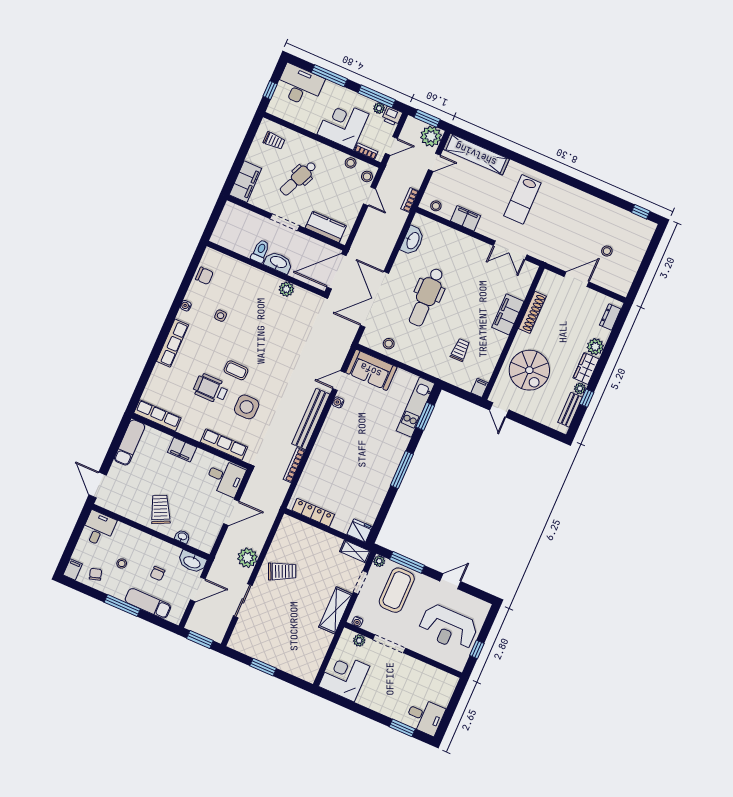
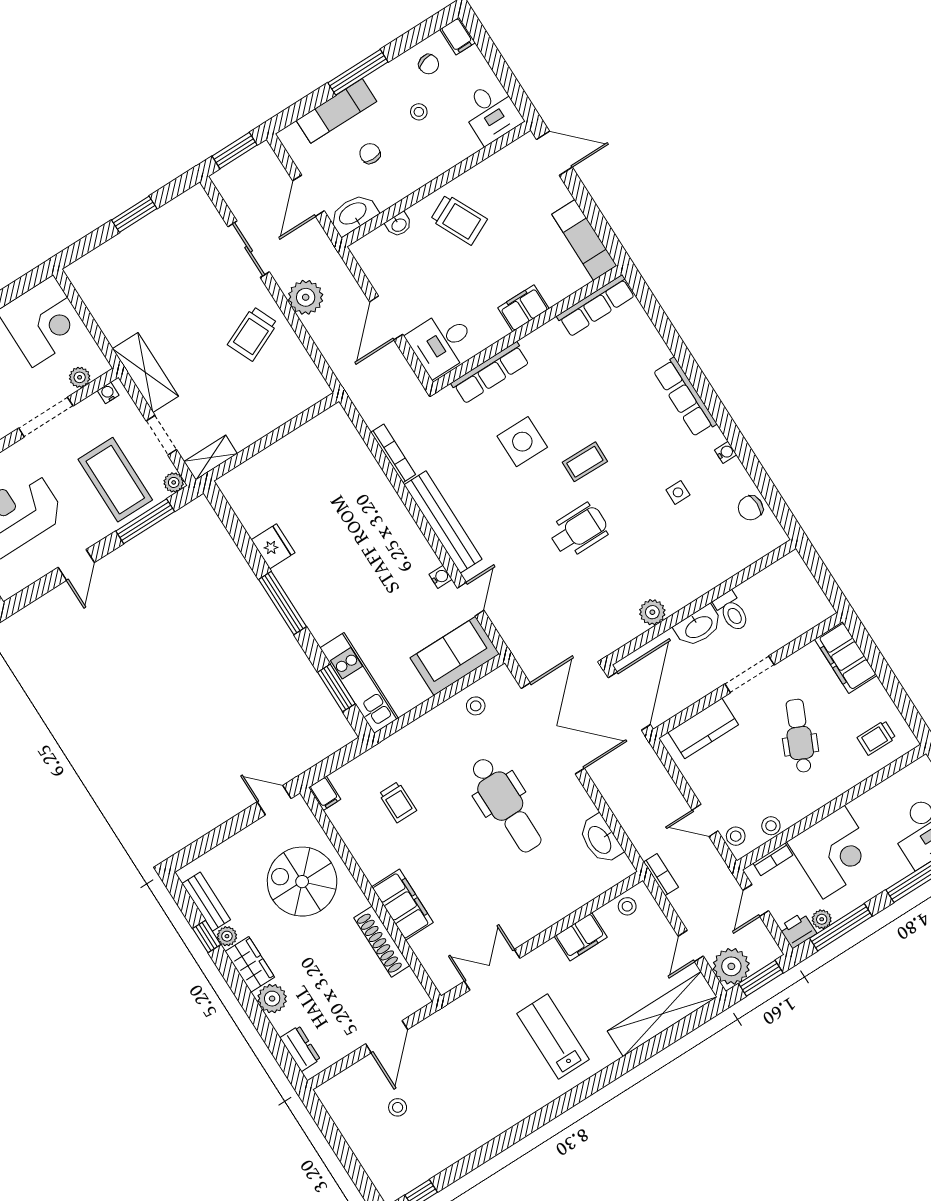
dental chair: (426, 297) -> (506, 805), turned 180
wheelchair: (211, 389) -> (579, 530), moved
locker: (313, 512) -> (307, 435), removed
fridge: (360, 531) -> (273, 546), moved, turned -90

